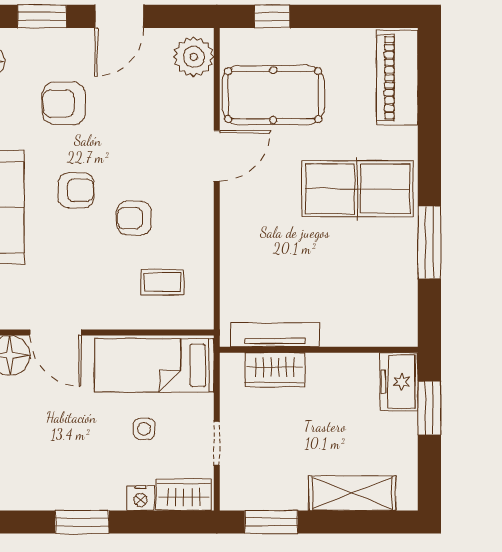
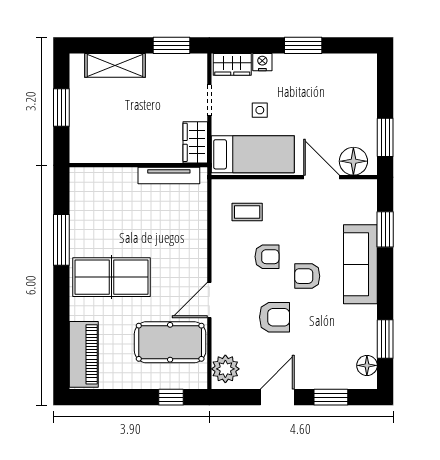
armchair: (64, 103) -> (274, 317), moved
wardrobe: (275, 370) -> (195, 142), moved, turned -90
freezer: (399, 382) -> (83, 143), removed
window: (429, 408) -> (61, 107), moved

